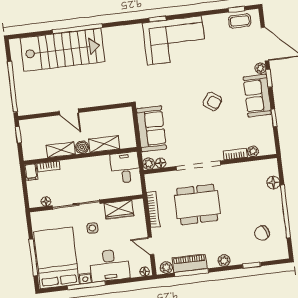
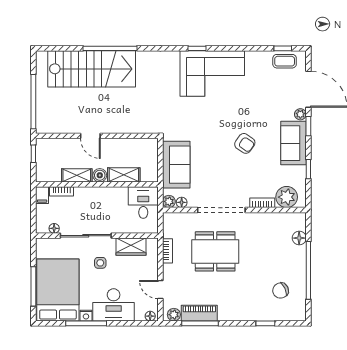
plant: (253, 151) -> (287, 197), width x1.88, depth x1.88
bookcase: (153, 209) -> (167, 251), width x0.64
plant: (224, 261) -> (236, 315), removed

